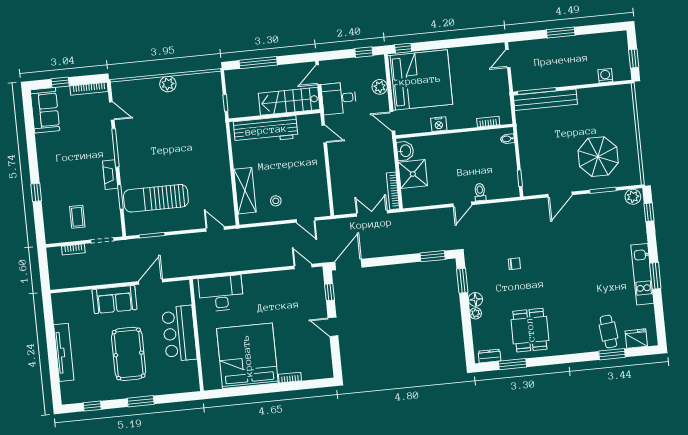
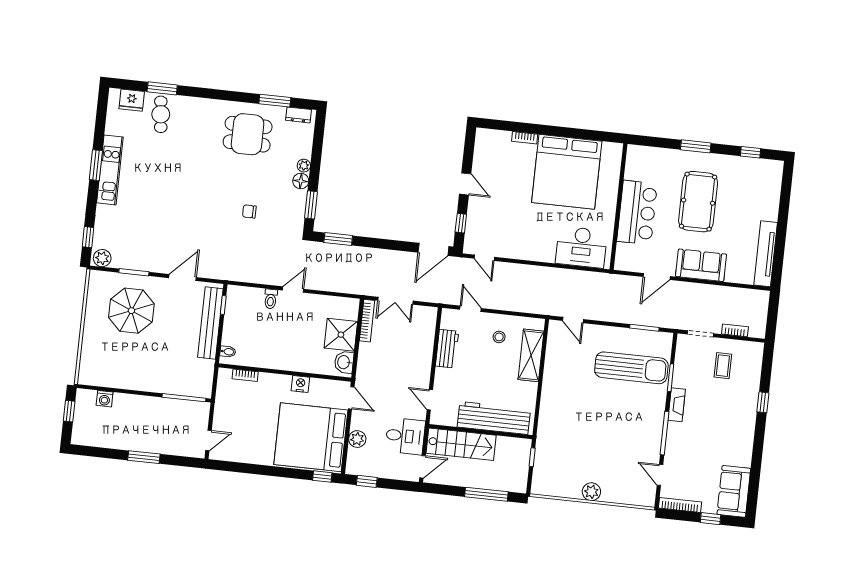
bench: (545, 100) -> (210, 323), moved, turned 90
workbench: (319, 181) -> (447, 349), added
dining table: (530, 330) -> (248, 134), turned 90
tv unit: (64, 352) -> (766, 254), moved

